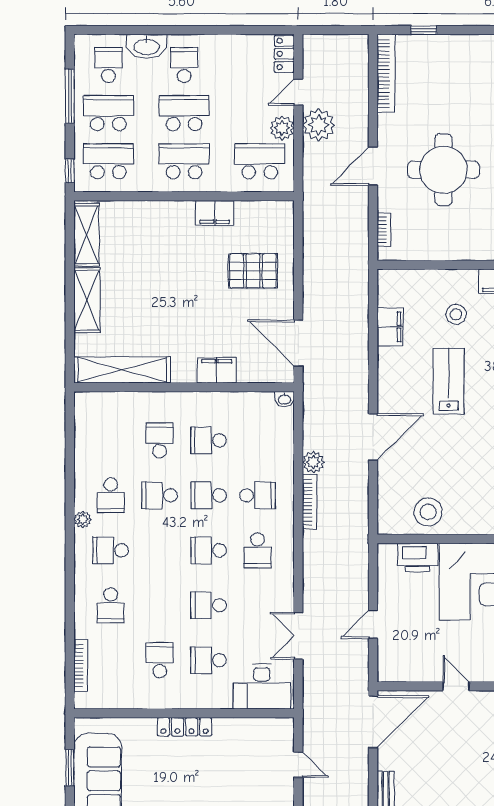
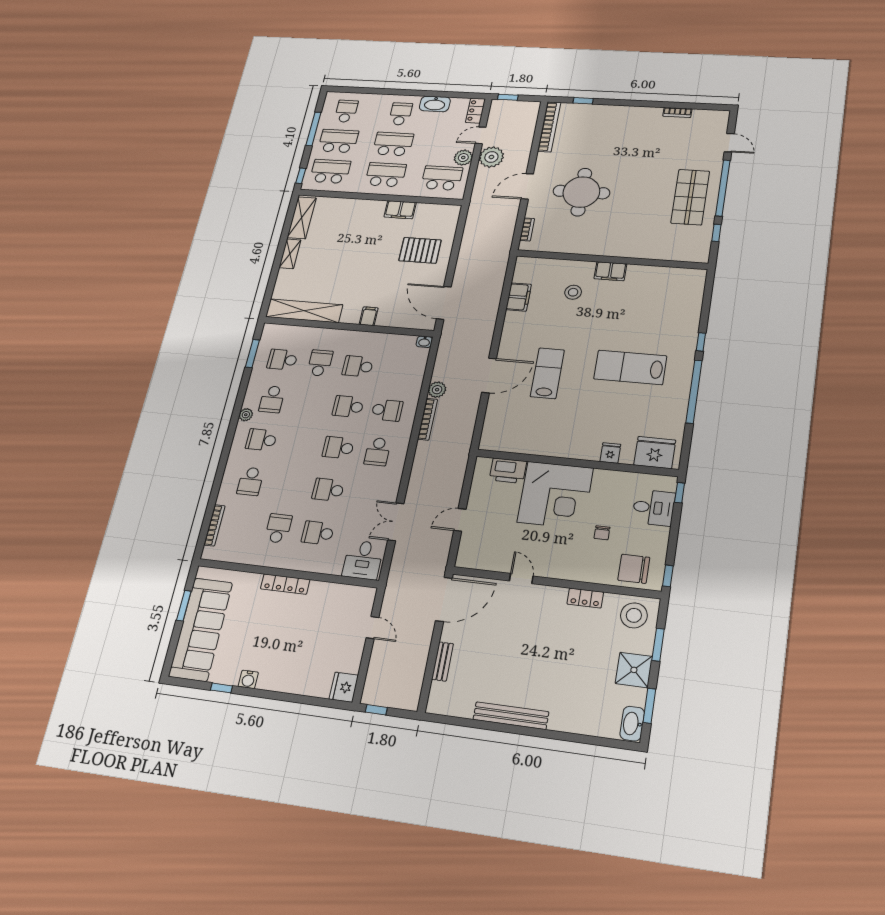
window: (324, 30) -> (508, 97), added
washbasin: (147, 46) -> (435, 104), moved
shelving: (87, 300) -> (290, 254), width x0.67, depth x0.75
filing cabinet: (217, 370) -> (369, 316), width x0.50
lab bench: (449, 381) -> (547, 373), moved
window: (70, 436) -> (252, 354), added
school desk: (160, 495) -> (282, 360), moved
stool: (428, 512) -> (523, 436), removed
desk: (262, 687) -> (363, 560), width x0.73

